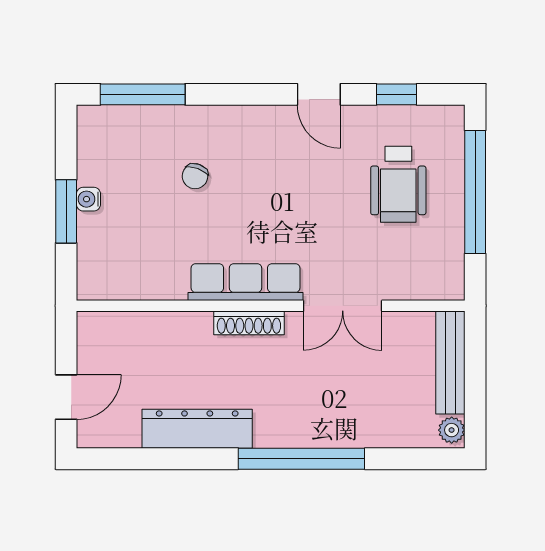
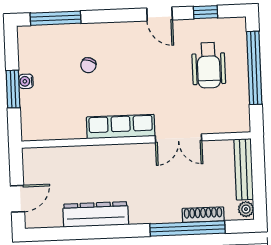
shoe rack: (249, 323) -> (203, 215), moved, turned 180
window: (301, 459) -> (188, 228), moved

